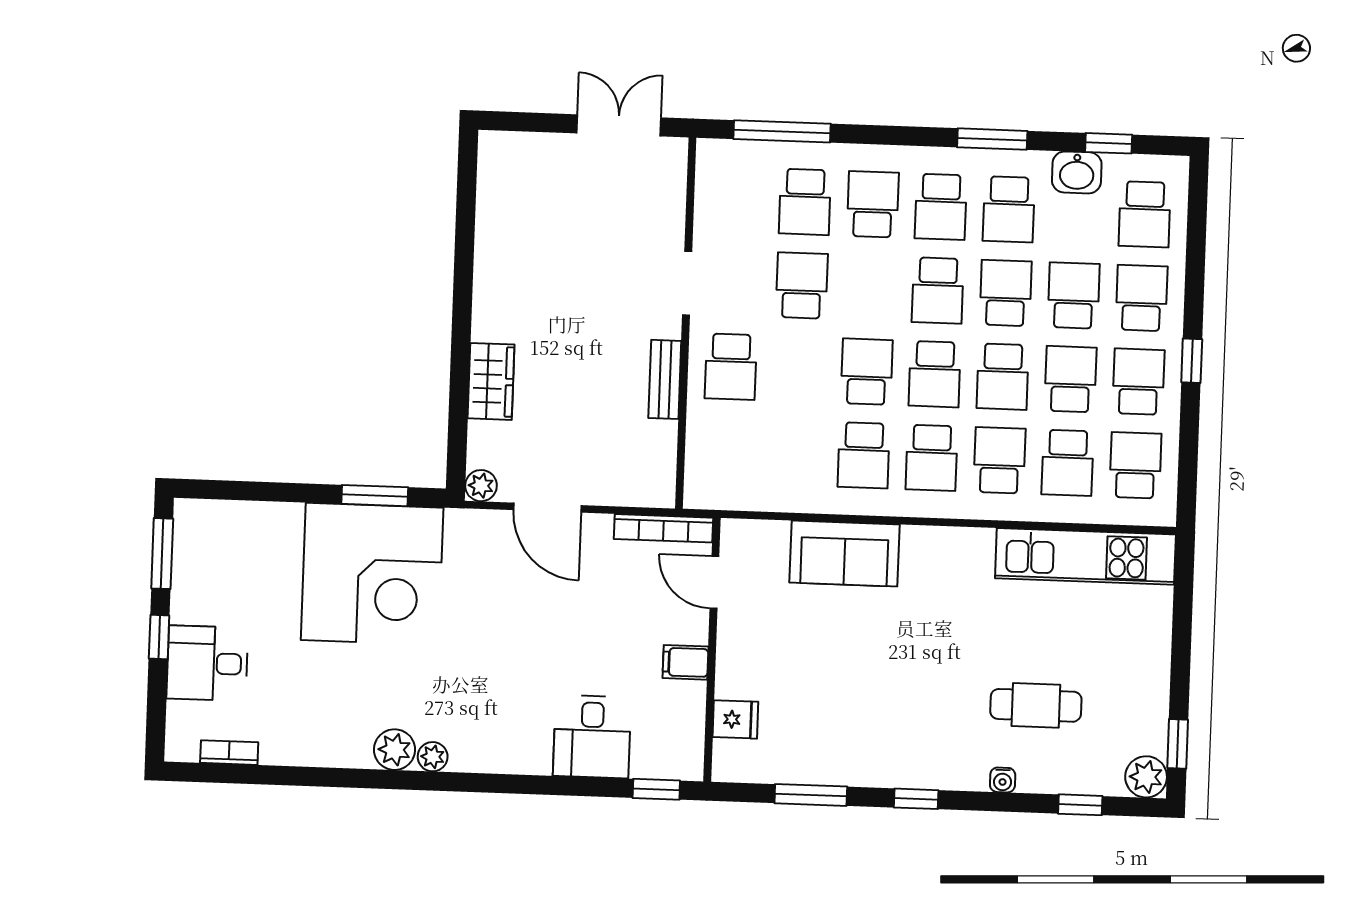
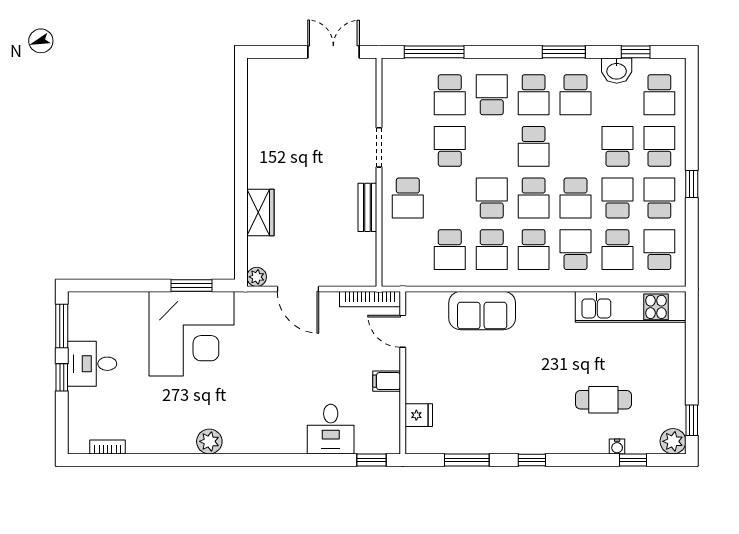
school desk: (1006, 293) -> (450, 250), moved, turned 180
desk: (207, 663) -> (92, 364), moved
plant: (433, 757) -> (233, 445), removed
water cooler: (1003, 780) -> (617, 446), moved

